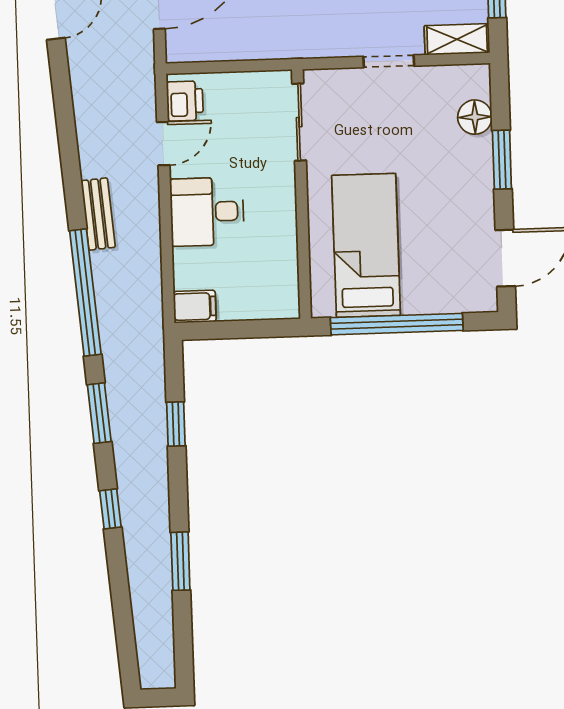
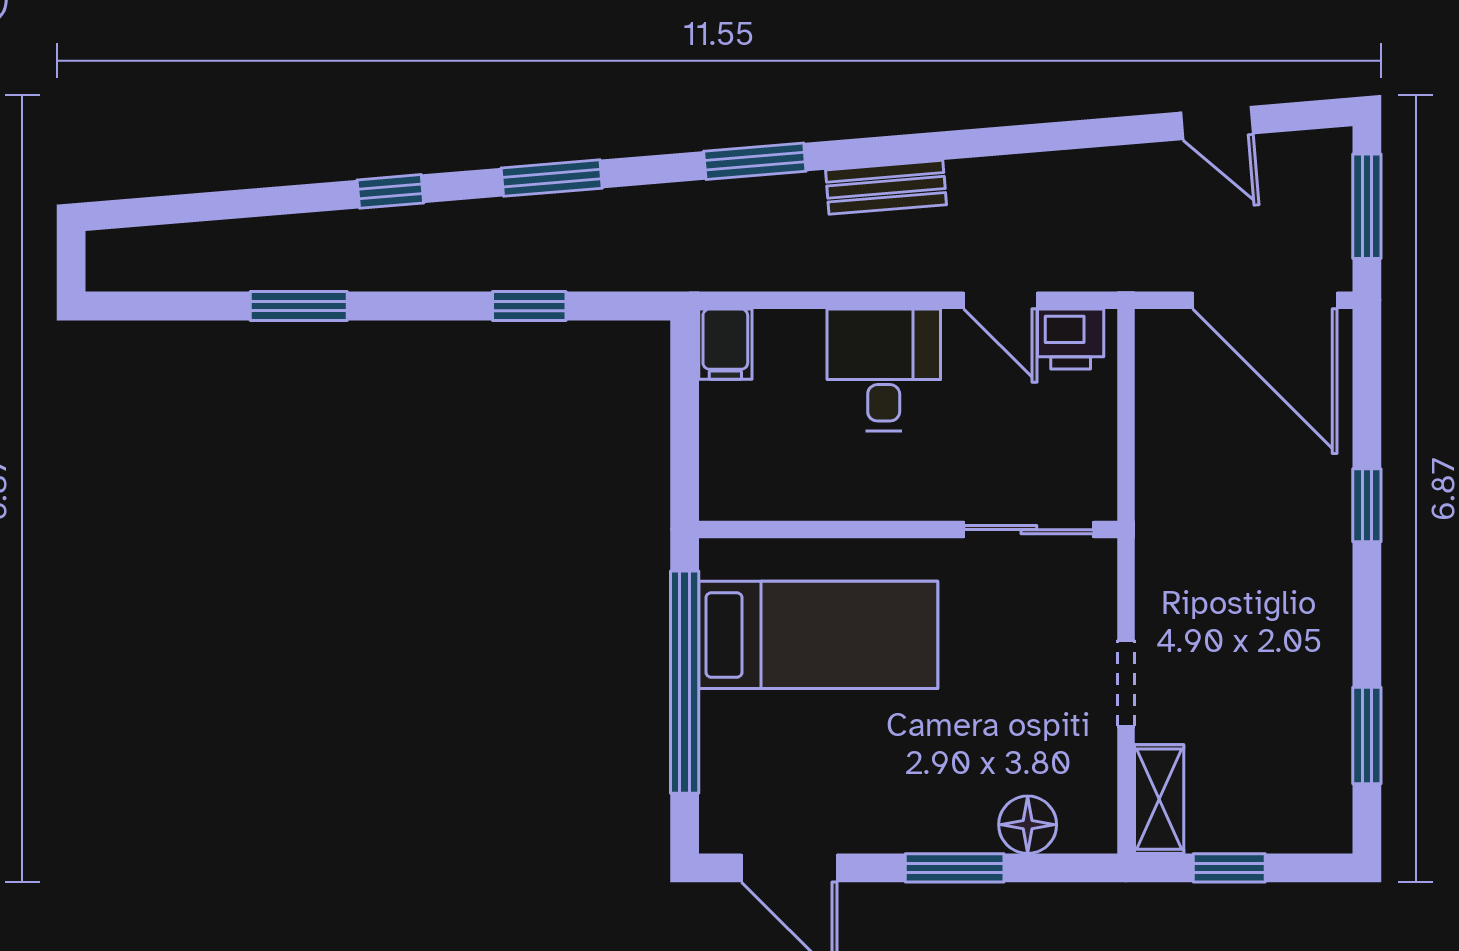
window: (85, 293) -> (755, 161), width x0.47

